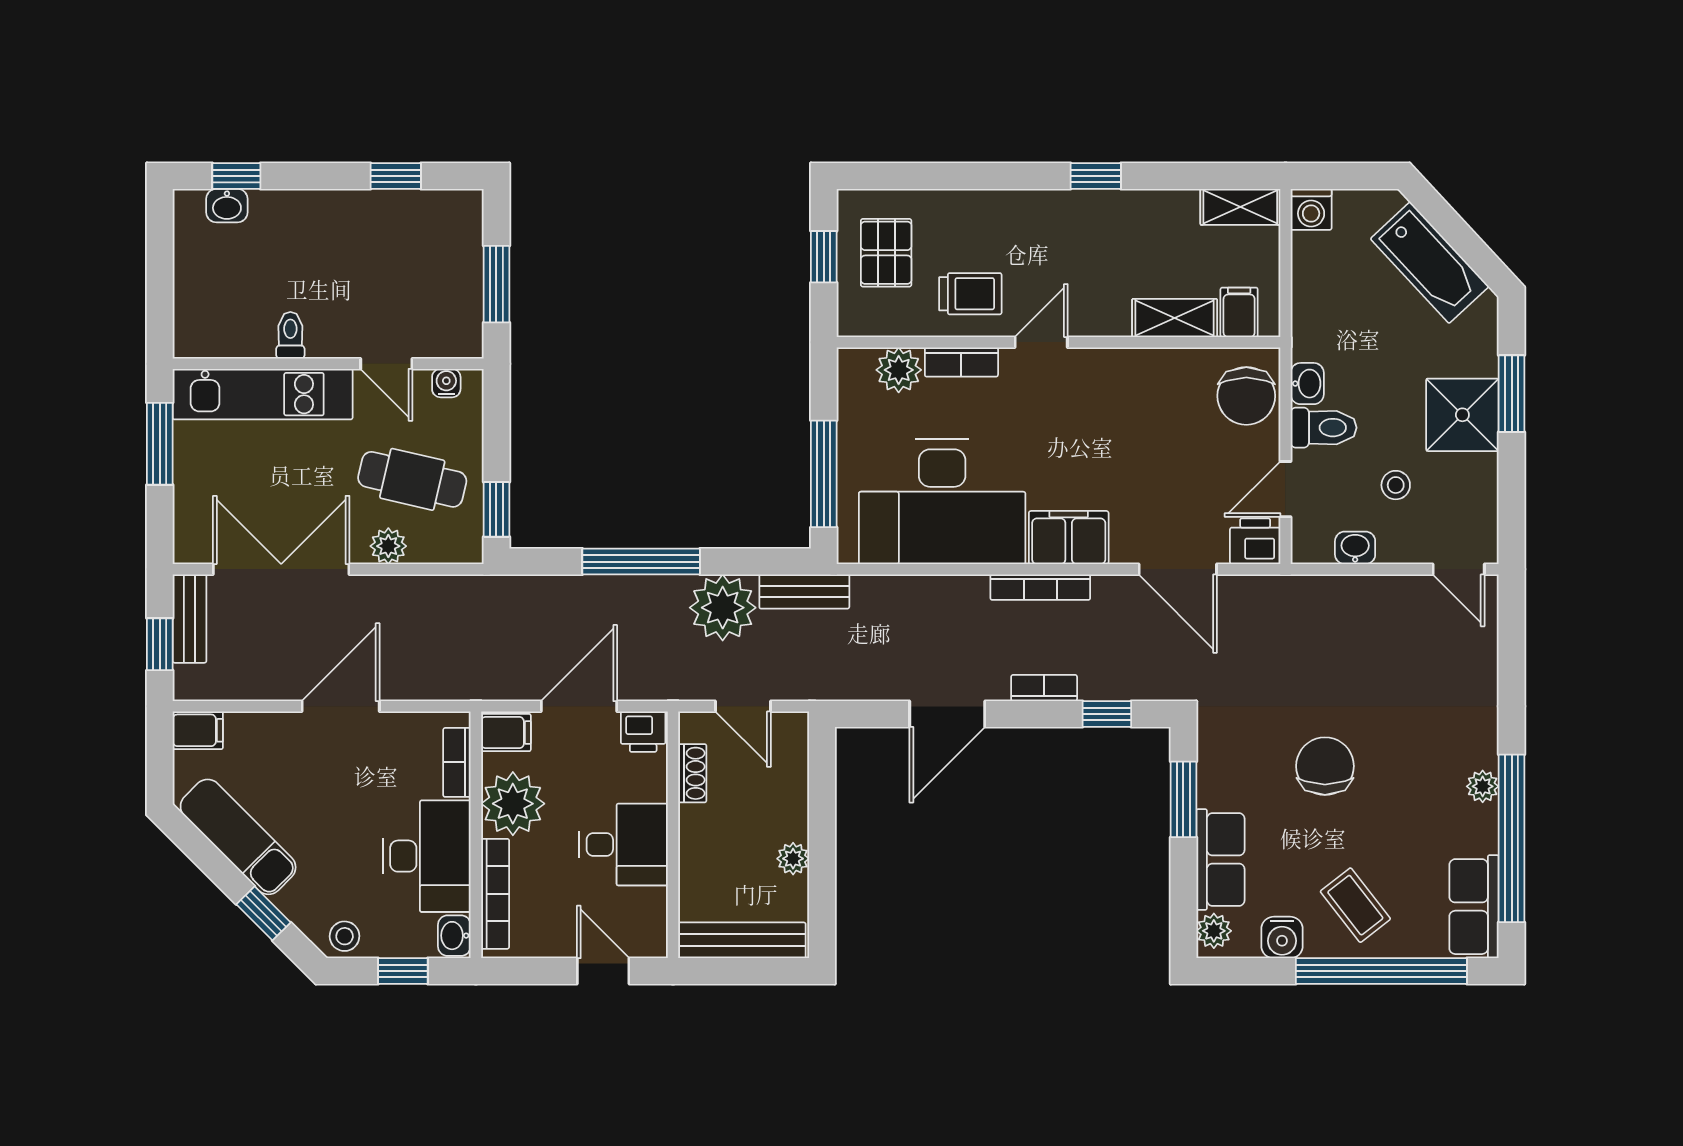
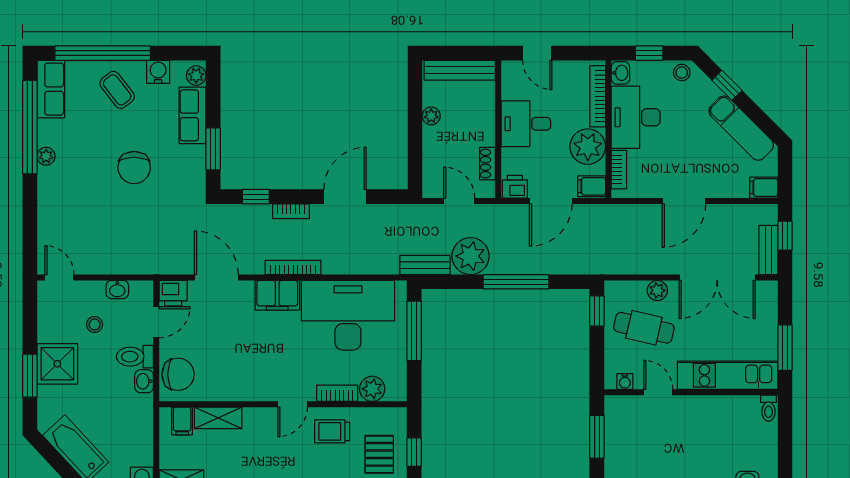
toilet: (290, 335) -> (769, 408), moved
chair: (1246, 396) -> (178, 374), turned 90

